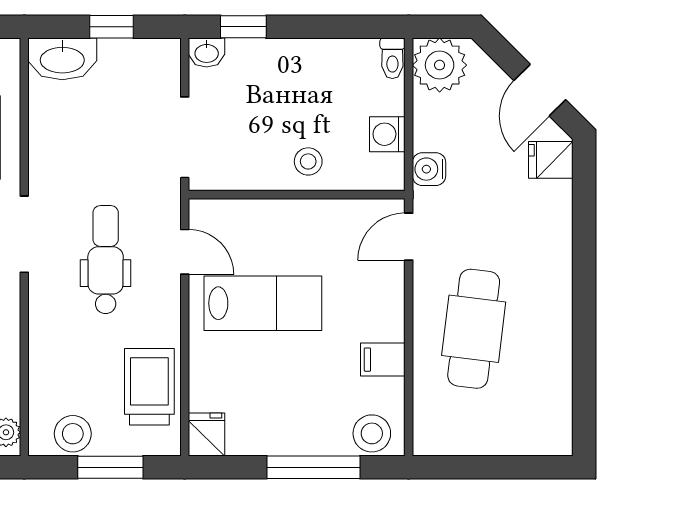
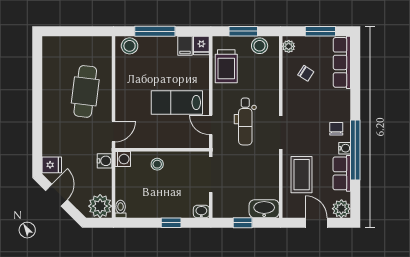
window: (243, 27) -> (171, 223), moved
washing machine: (387, 134) -> (123, 159), moved
filing cabinet: (383, 360) -> (185, 46), moved, turned 90

